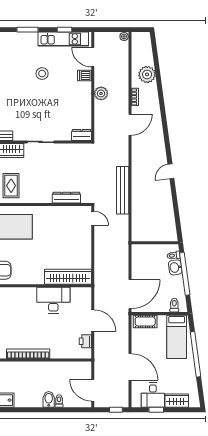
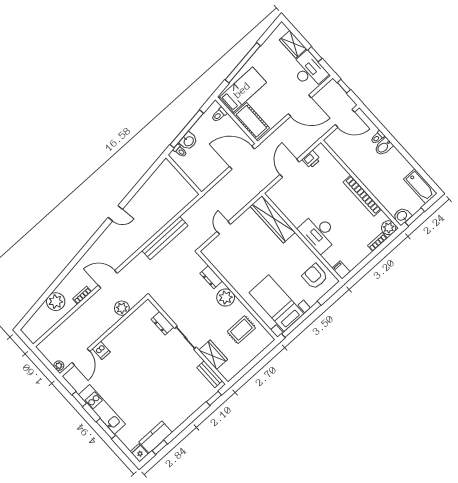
plant: (124, 36) -> (59, 366), moved
kitchen unit: (63, 39) -> (102, 409), moved
stool: (42, 74) -> (130, 385), removed
plant: (101, 93) -> (122, 308), moved
dresser: (82, 135) -> (162, 323), moved
plant: (43, 195) -> (226, 297), added
dresser: (66, 198) -> (211, 277), width x0.70
door: (93, 218) -> (224, 228), moved
desk: (53, 300) -> (319, 233), moved
cot: (145, 321) -> (251, 121), width x1.37, depth x1.34
door: (130, 367) -> (300, 106), swing flipped
door: (93, 390) -> (345, 118), hinge flipped
desk: (153, 395) -> (309, 71), width x1.37

